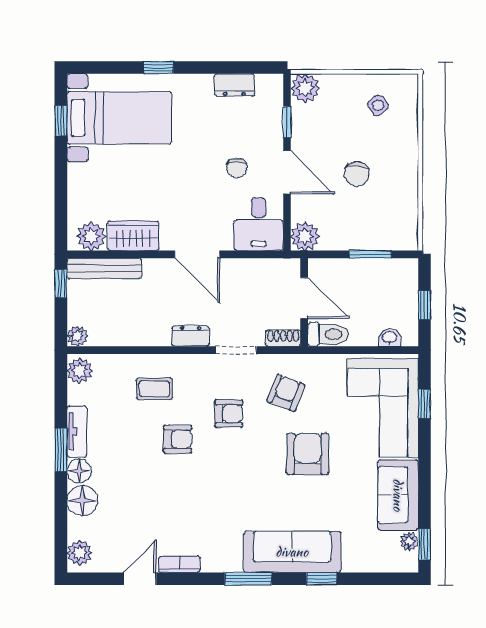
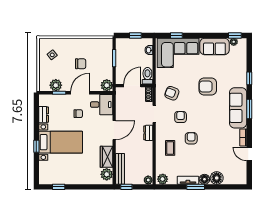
plant: (305, 88) -> (56, 85), moved
bed with nightstands: (119, 118) -> (61, 142), moved, turned 90
armchair: (308, 454) -> (208, 86), moved
sofa: (292, 552) -> (238, 108), moved
plant: (80, 553) -> (238, 179), removed

